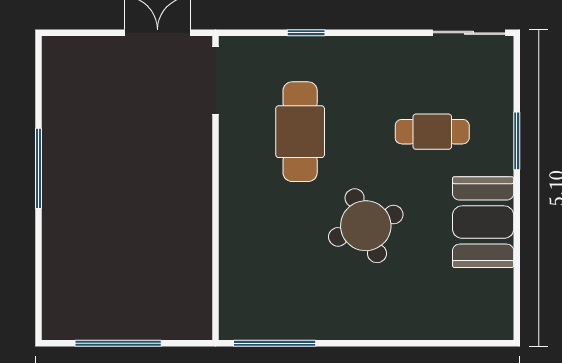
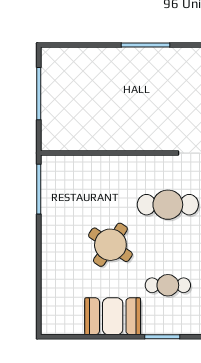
cafe table: (432, 132) -> (168, 285), turned 90
round table: (366, 226) -> (110, 245), turned -34

